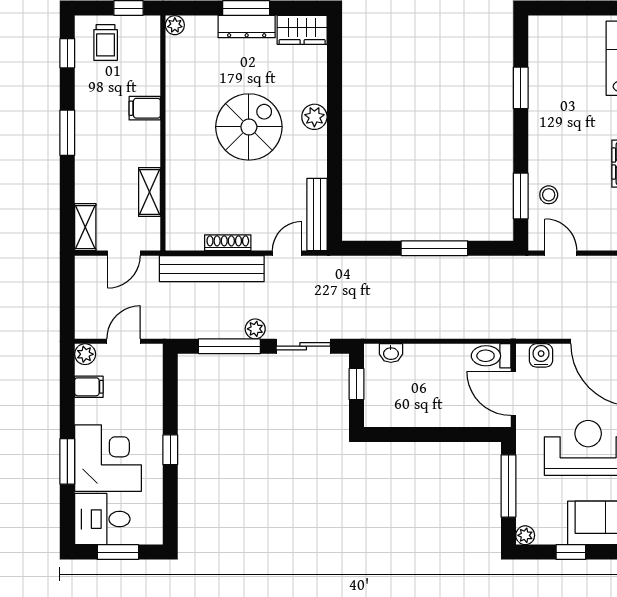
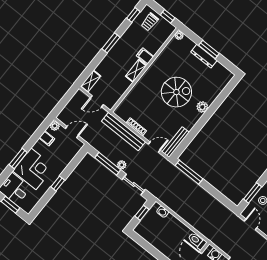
wardrobe: (302, 30) -> (222, 73), removed
shelving: (149, 192) -> (136, 71), moved
window: (434, 248) -> (189, 172), moved

